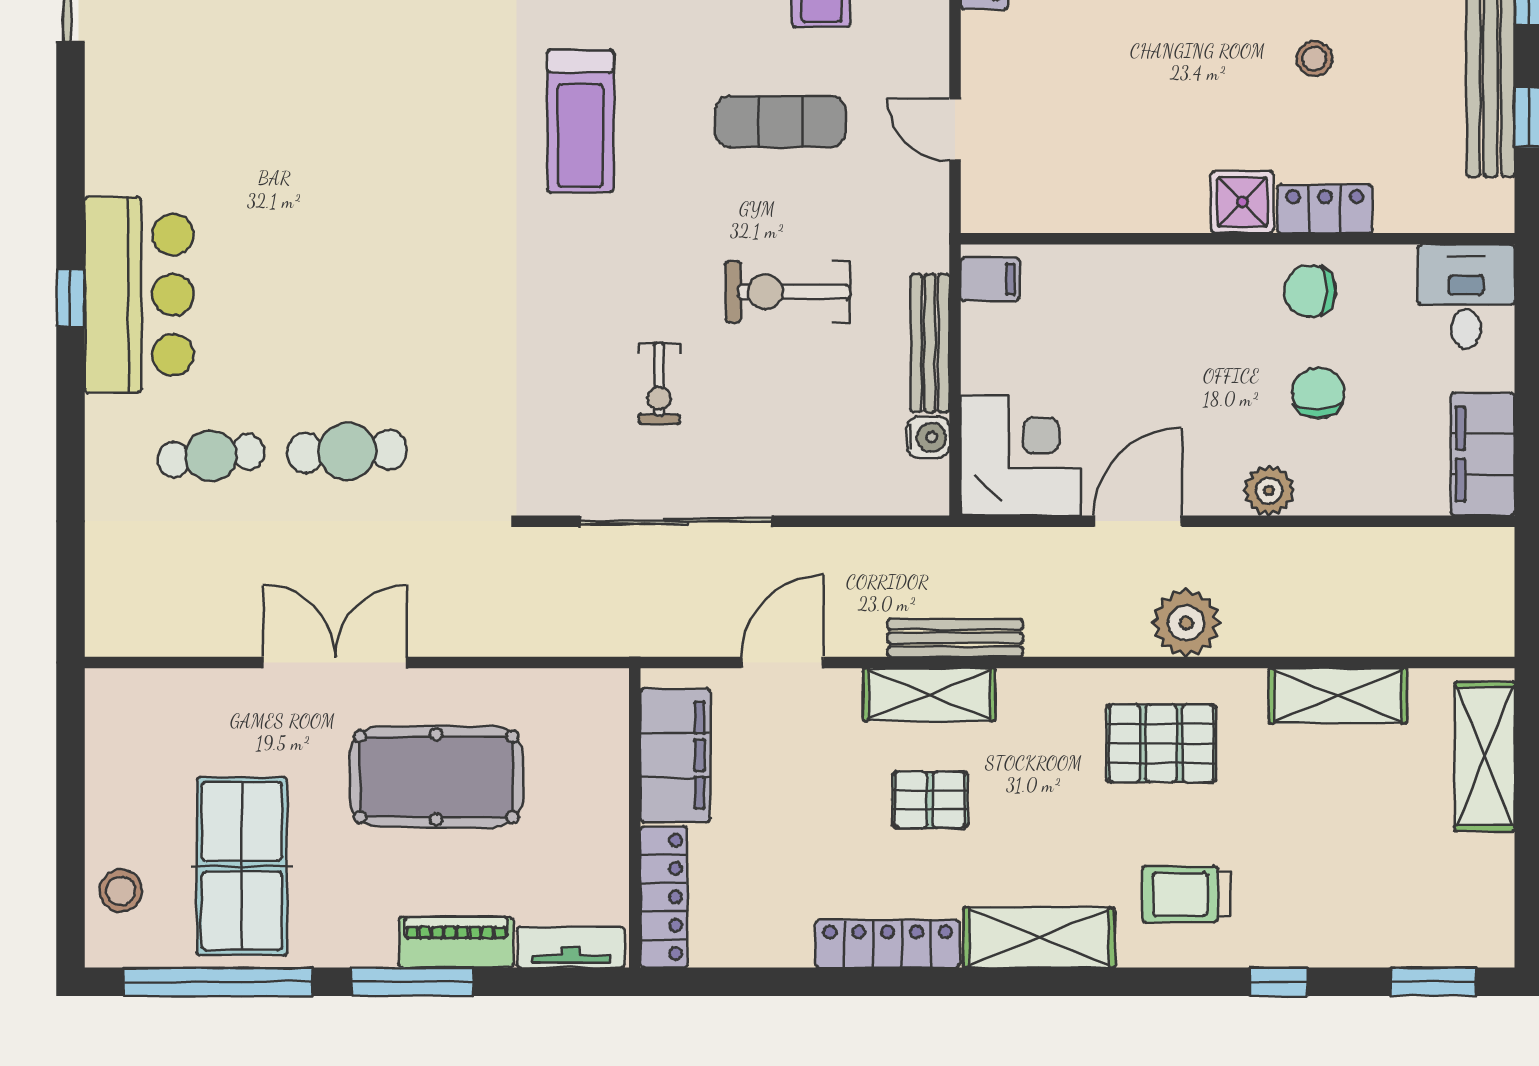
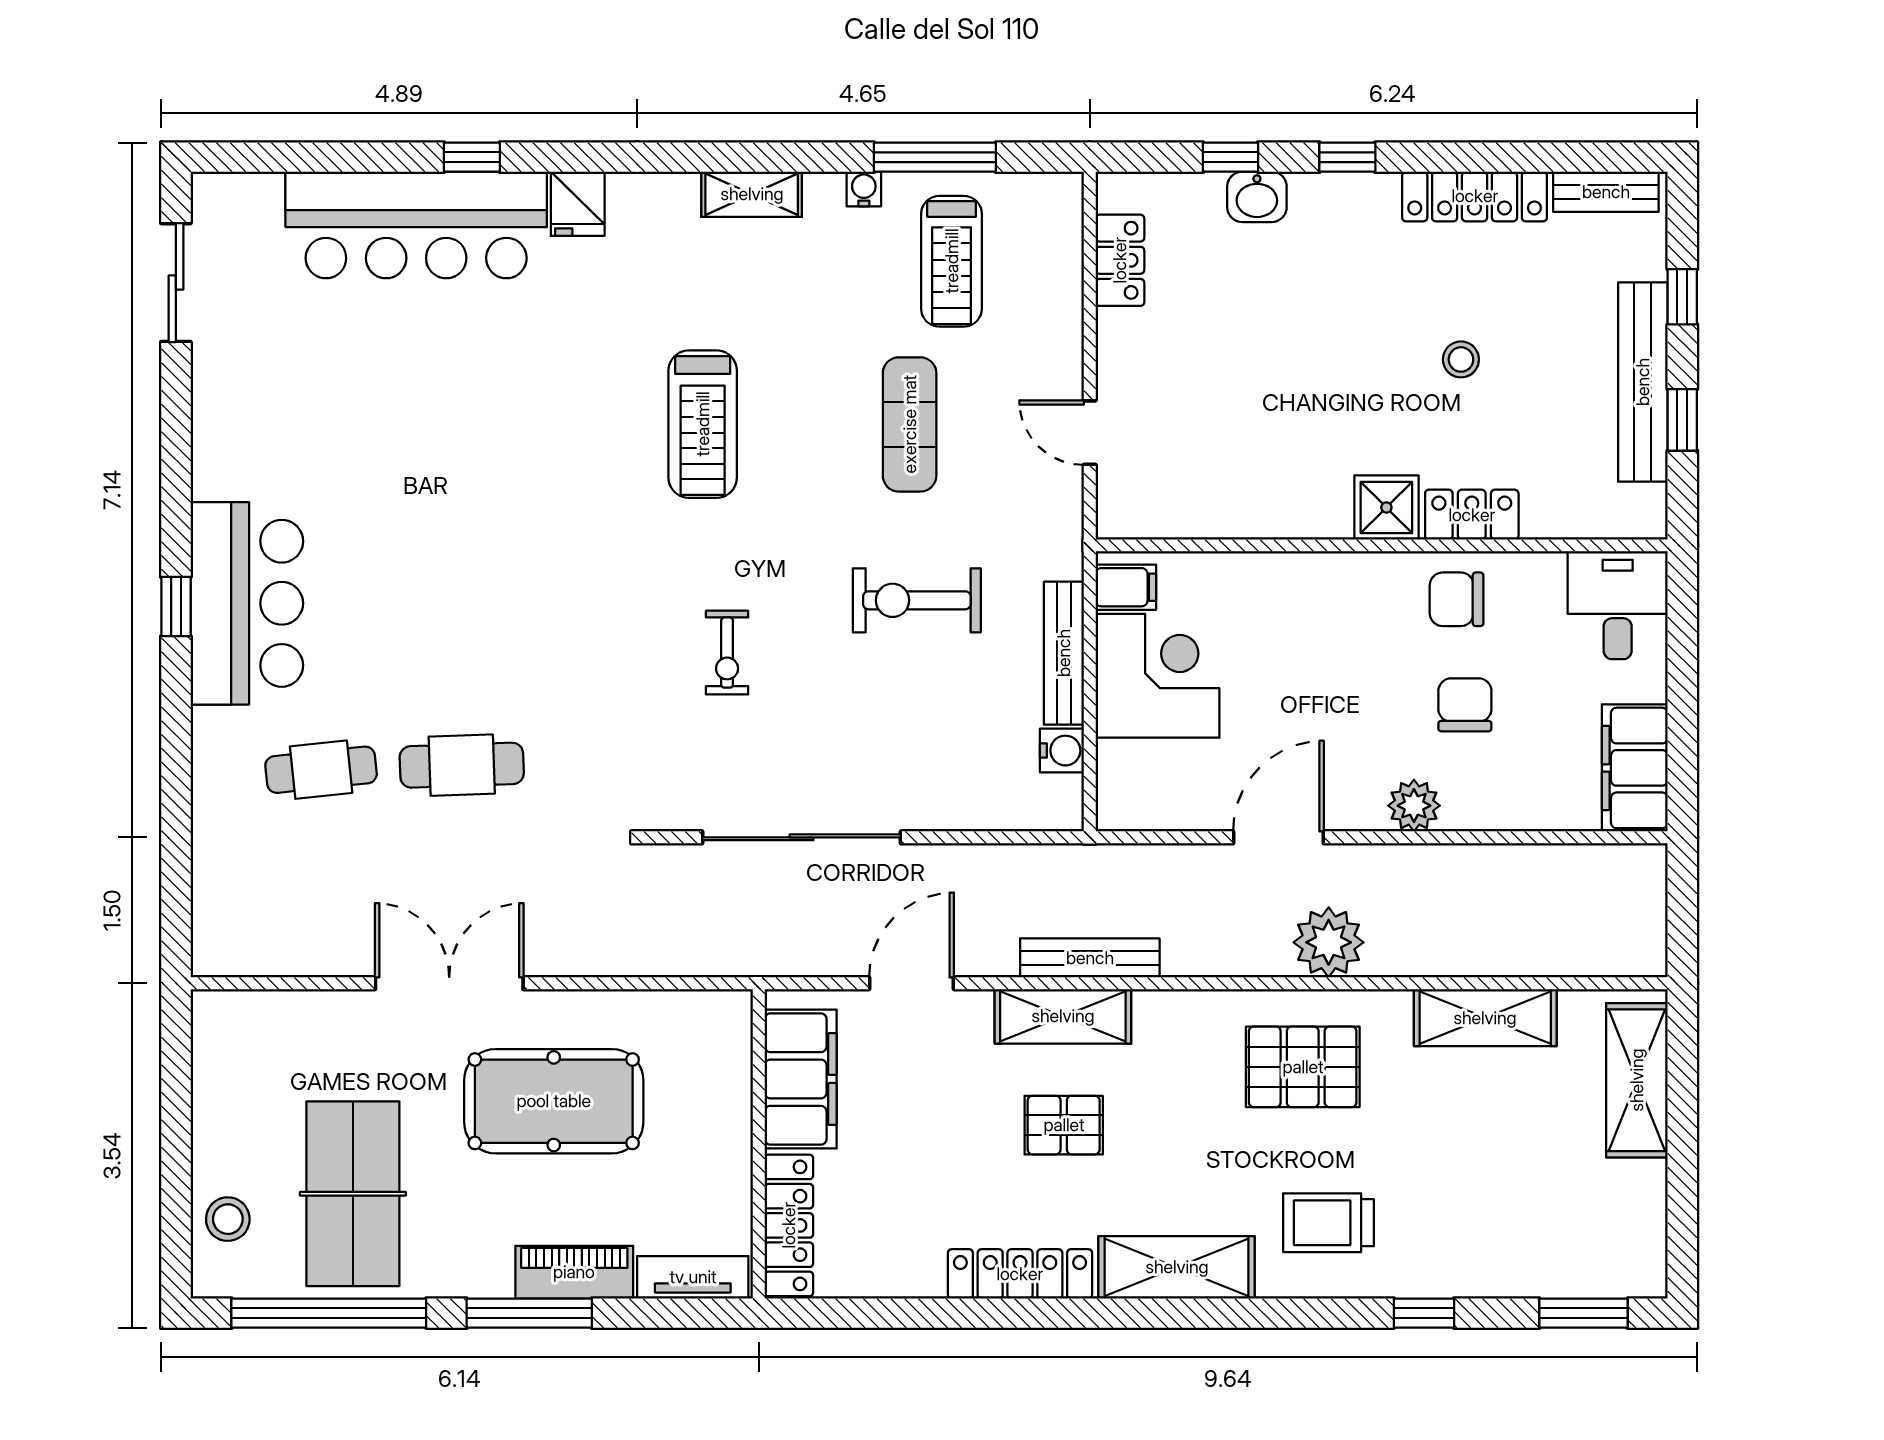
exercise mat: (781, 122) -> (910, 424), turned 90
exercise bike: (659, 383) -> (727, 653), moved
corner desk: (1021, 456) -> (1157, 676), moved

